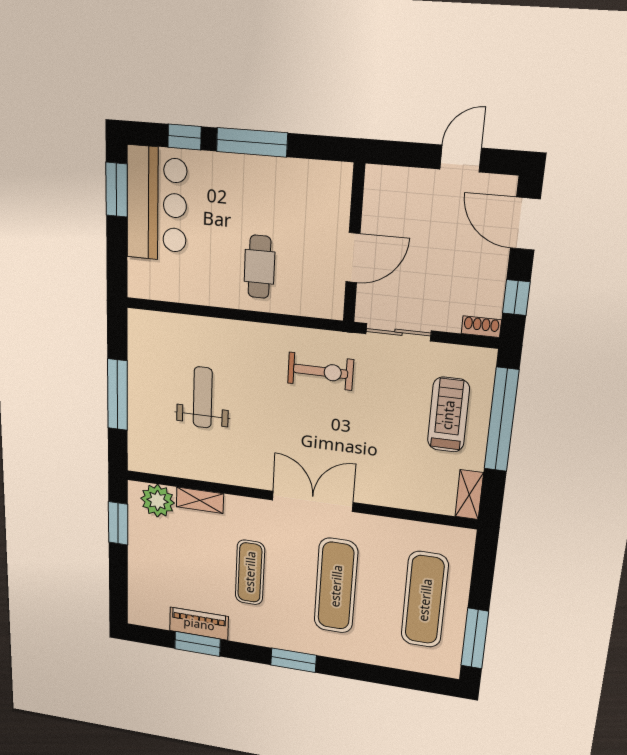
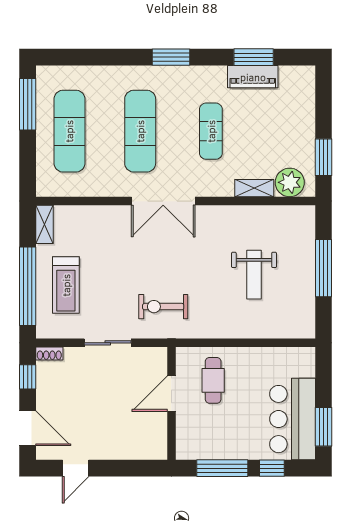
wall: (354, 244) -> (171, 403), moved
door: (353, 258) -> (171, 394), moved

